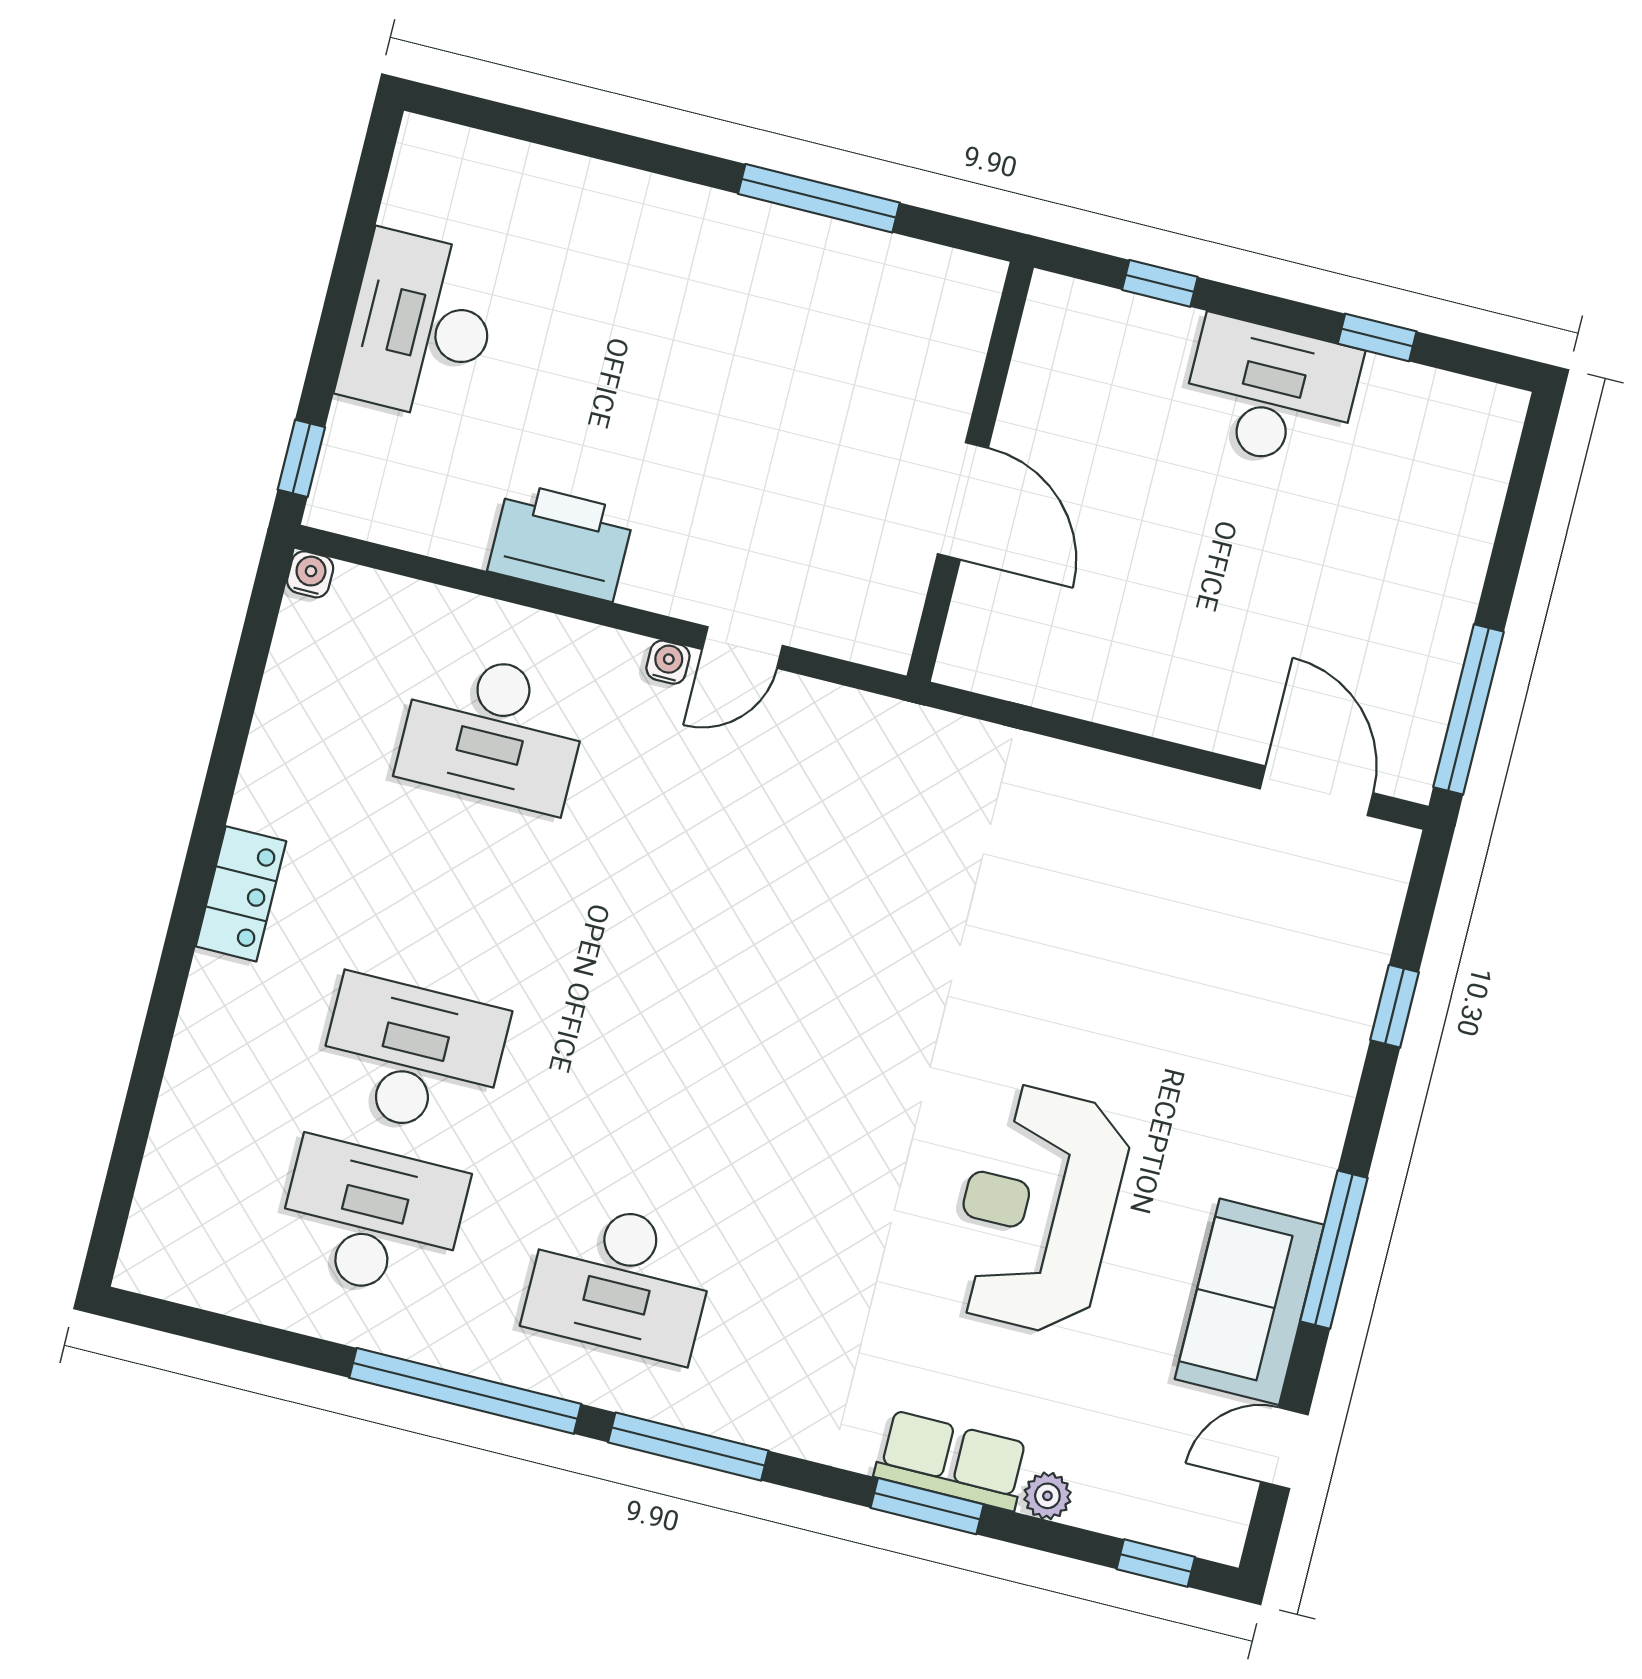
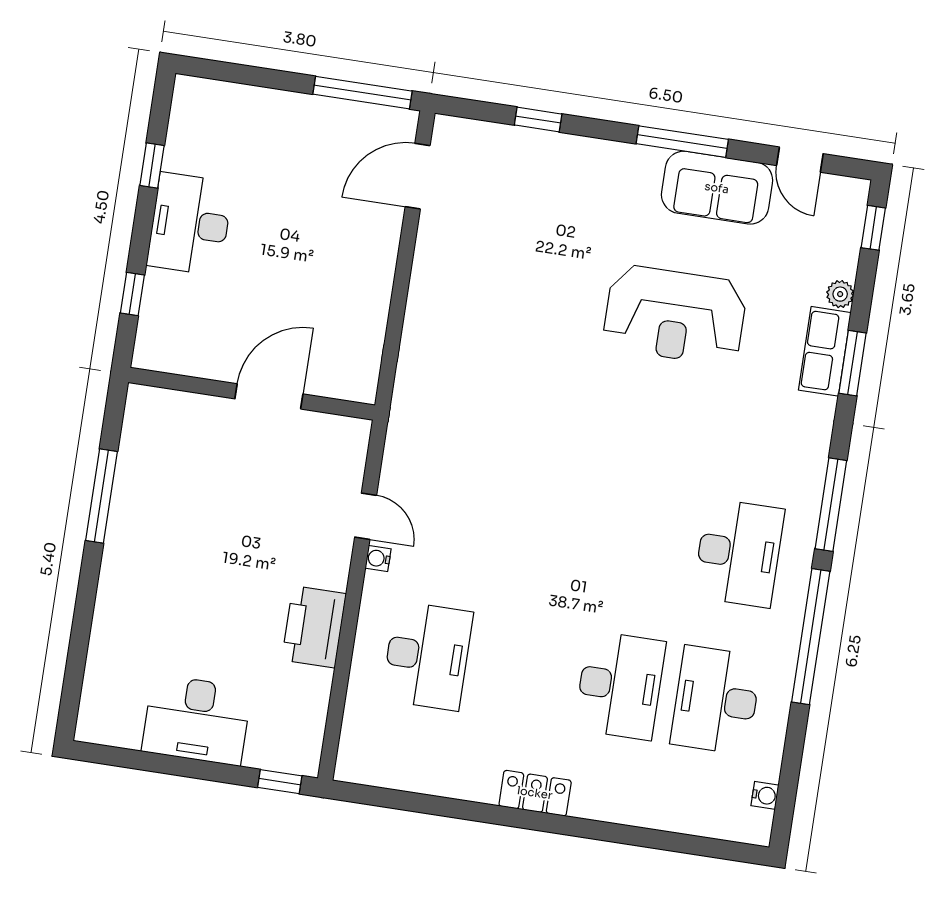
water cooler: (310, 574) -> (765, 795), moved, turned 180
desk: (412, 1056) -> (620, 685), turned 180

